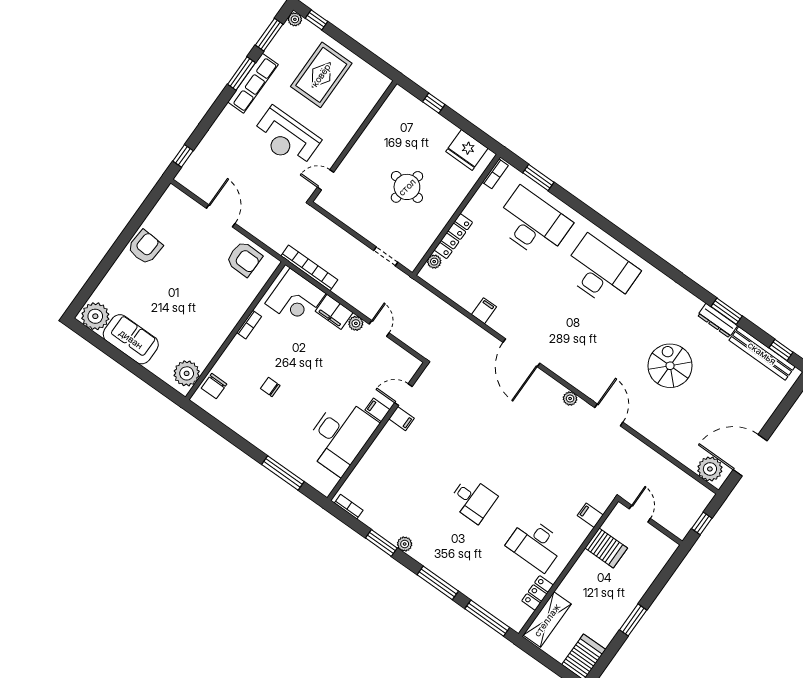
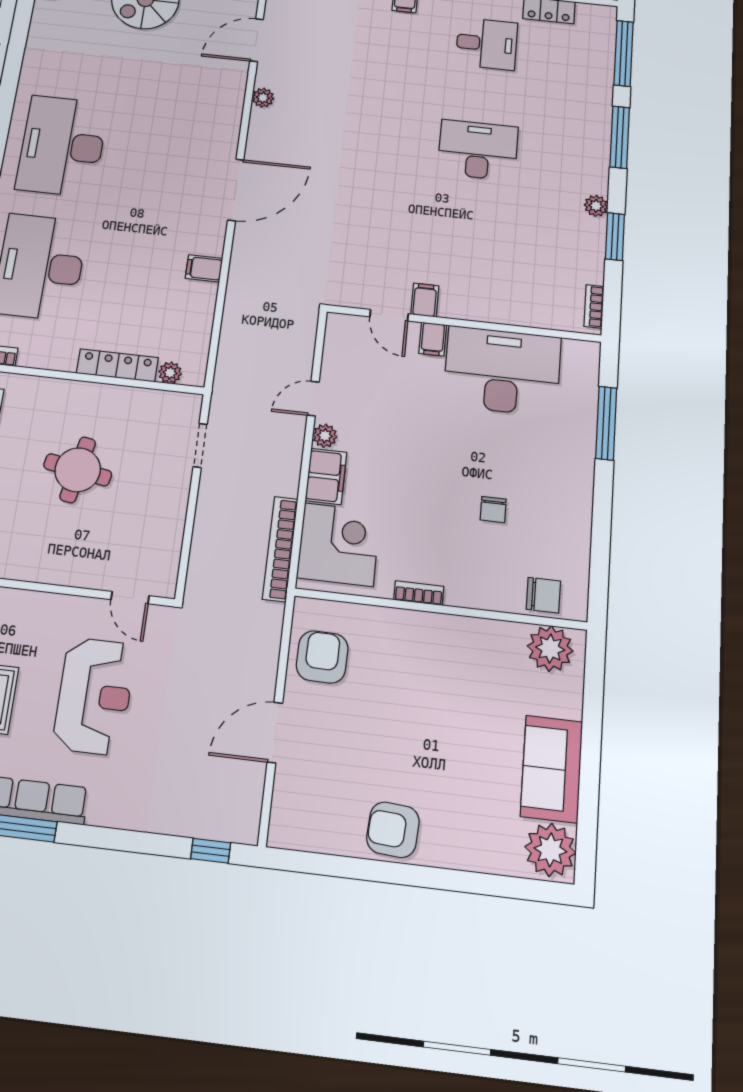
desk: (473, 500) -> (478, 150), width x1.37
desk: (536, 544) -> (487, 44), width x0.73

